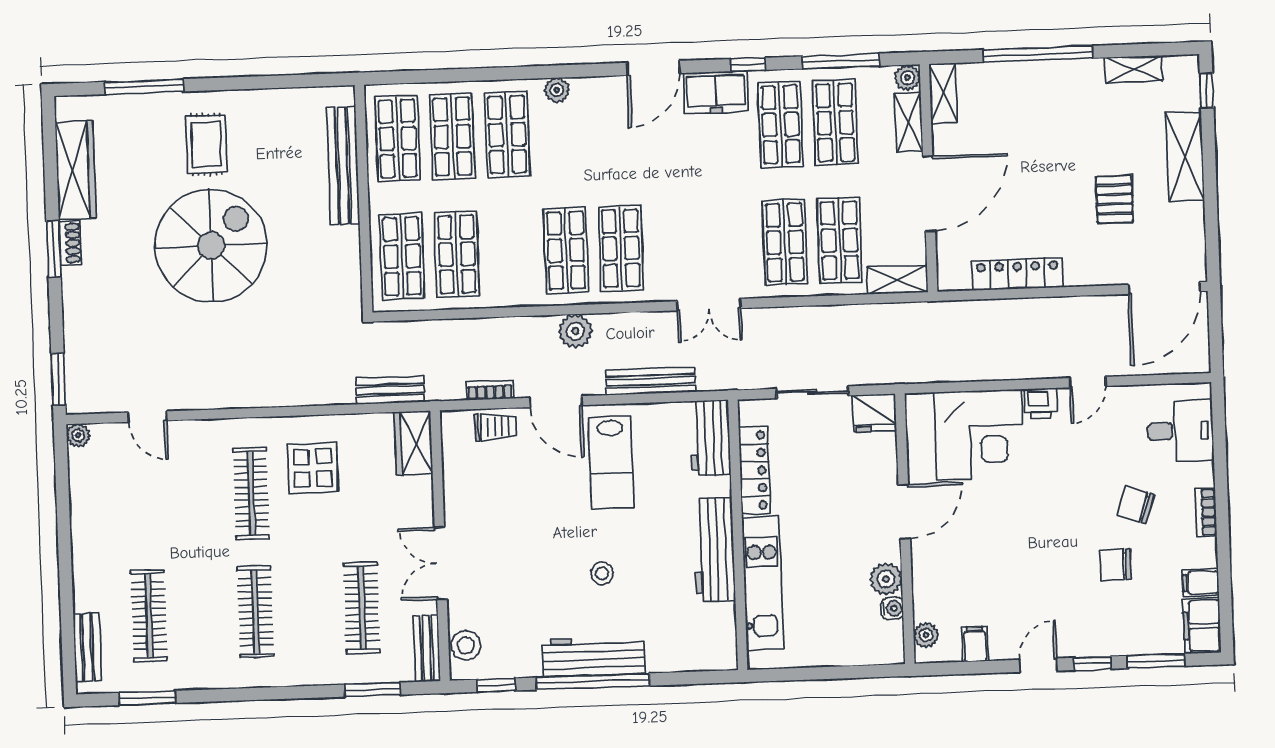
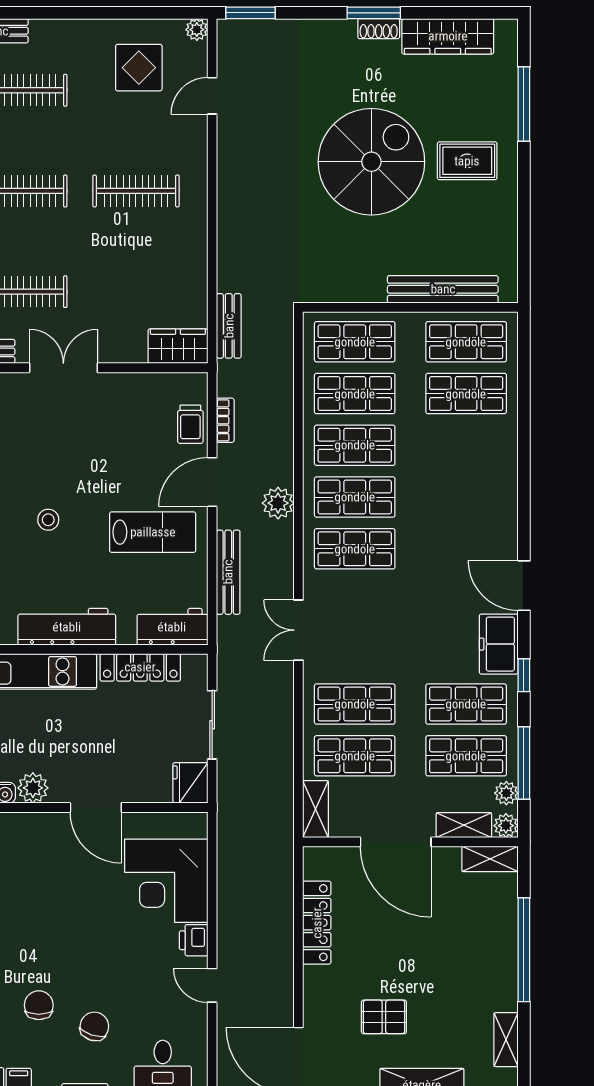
plant: (557, 90) -> (506, 793), moved
shop shelf: (507, 135) -> (355, 445), moved
spiral stairs: (211, 246) -> (371, 162), turned -90
lab bench: (611, 462) -> (153, 532), turned 180
display table: (313, 468) -> (139, 68), moved

